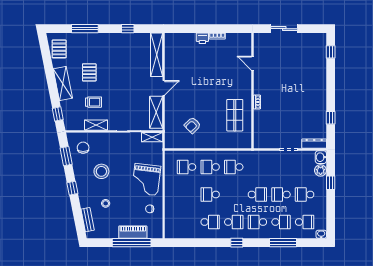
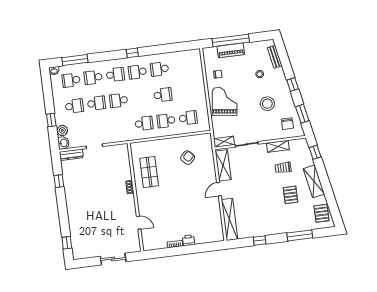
school desk: (210, 167) -> (166, 121), turned 180
window: (283, 243) -> (75, 60), moved

